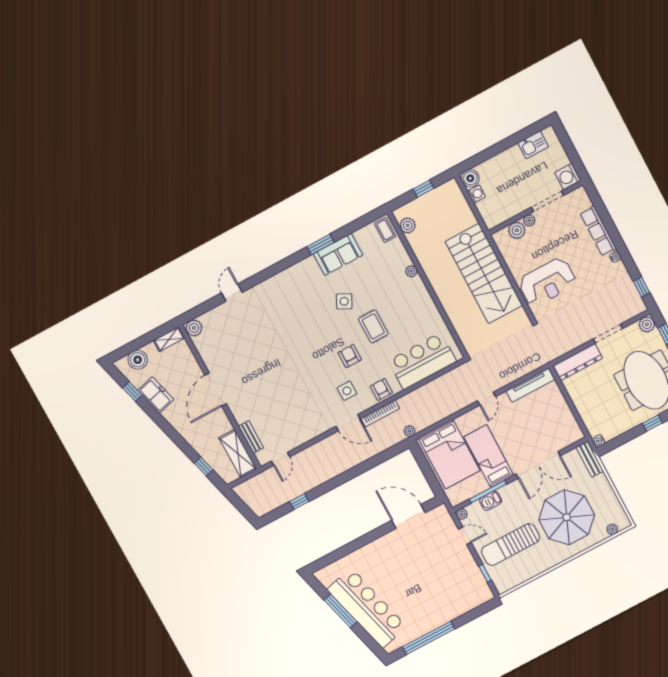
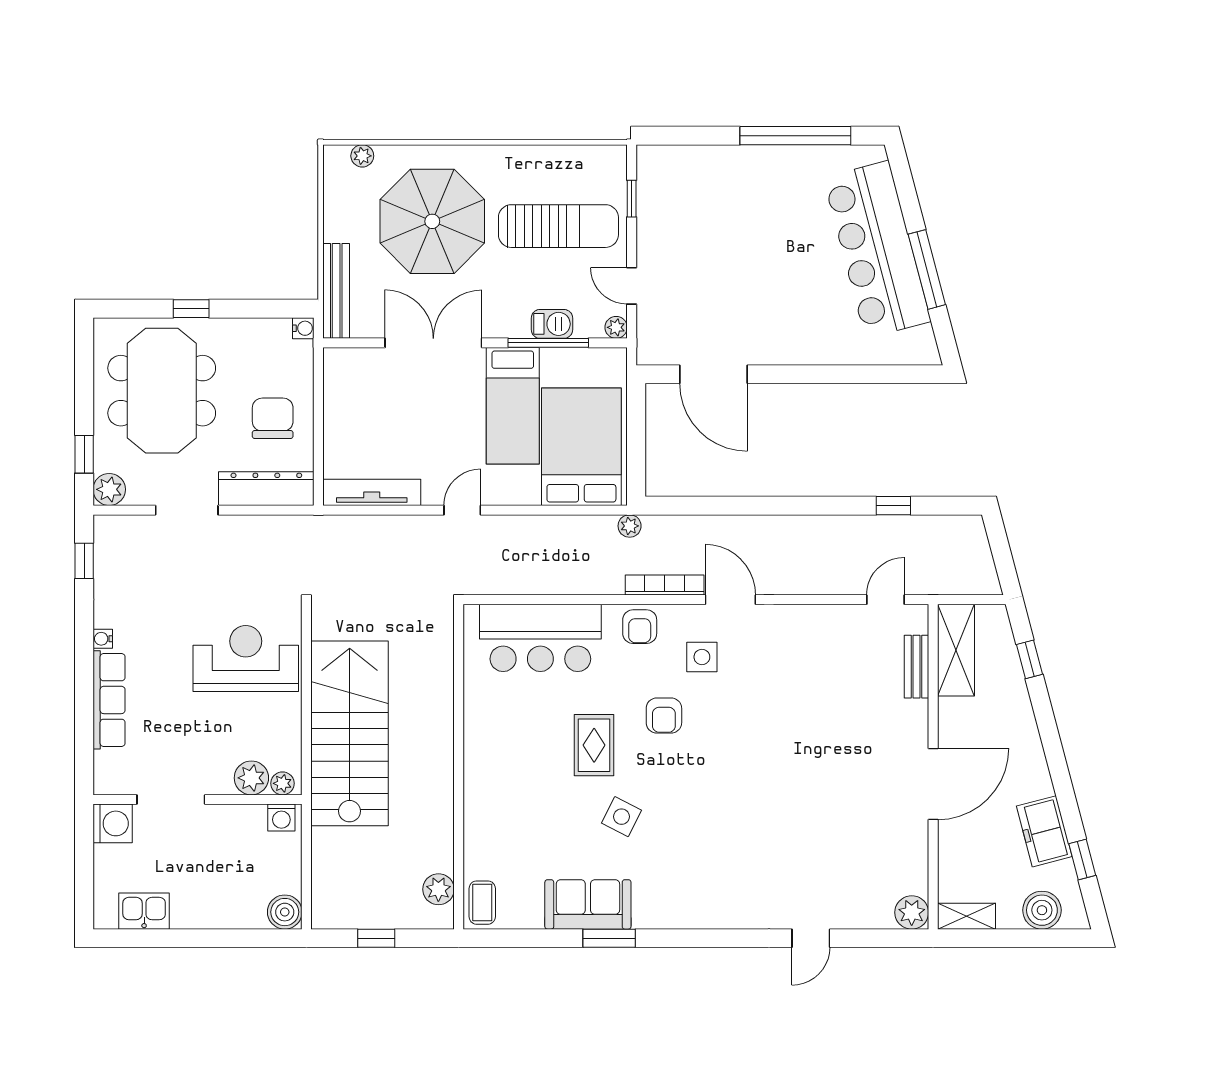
washing machine: (477, 194) -> (281, 817), moved, turned -90
plant: (529, 220) -> (282, 783), moved
plant: (411, 271) -> (475, 806), removed
chair: (591, 394) -> (273, 418), added
bench: (590, 459) -> (336, 291), width x1.36

